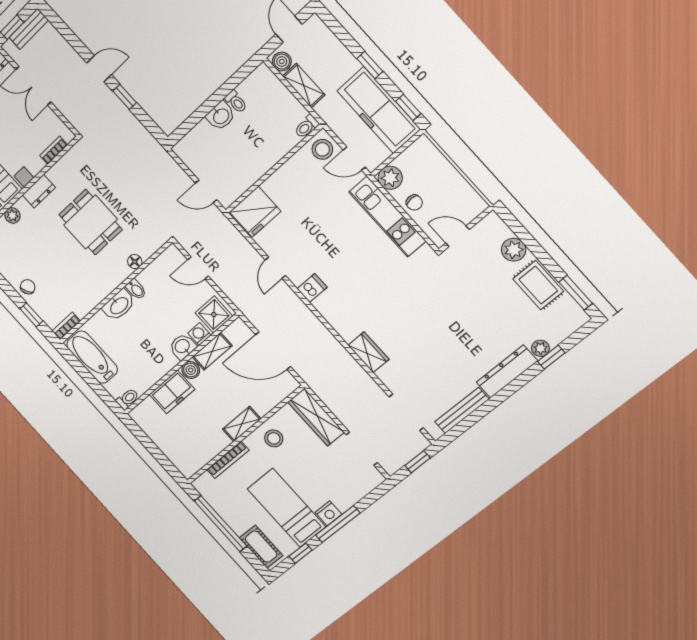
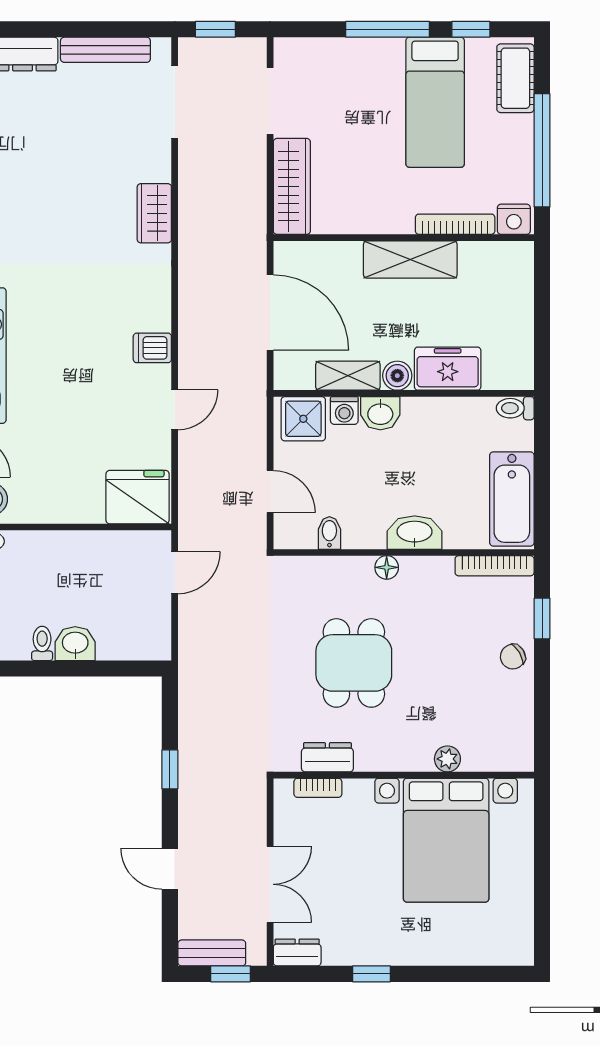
door: (99, 69) -> (170, 869), moved
dresser: (39, 191) -> (327, 757), moved
door: (206, 191) -> (175, 573), hinge flipped
floor lamp: (135, 262) -> (387, 567), moved
bidet: (136, 289) -> (329, 533), moved
bookcase: (66, 326) -> (495, 566), width x1.56
shelving: (242, 424) -> (410, 259), width x1.50, depth x1.33
stool: (274, 438) -> (370, 203), removed
nightstand: (329, 513) -> (514, 219), moved, turned 180

